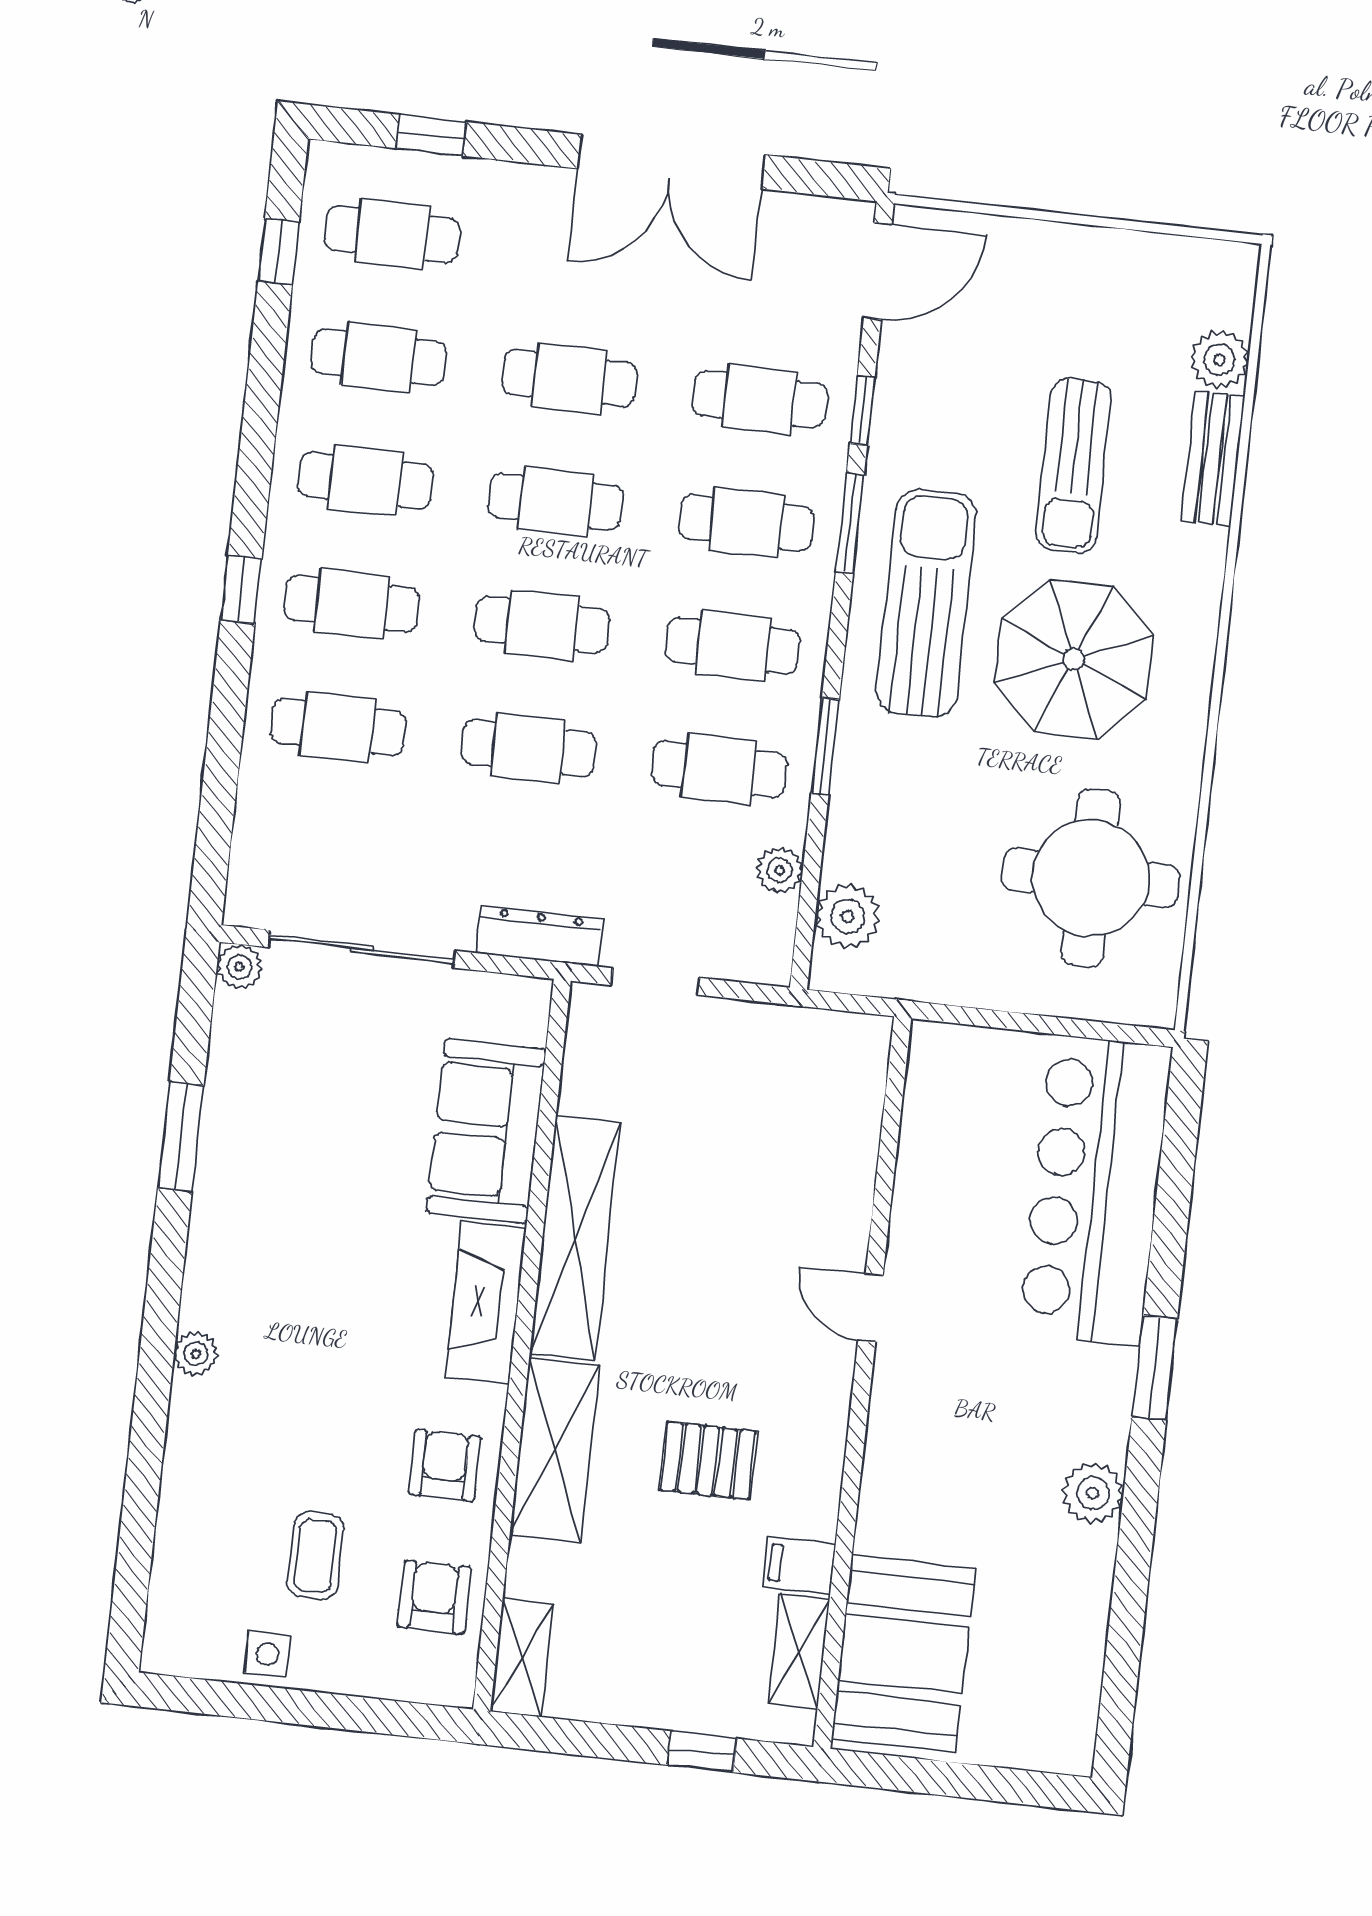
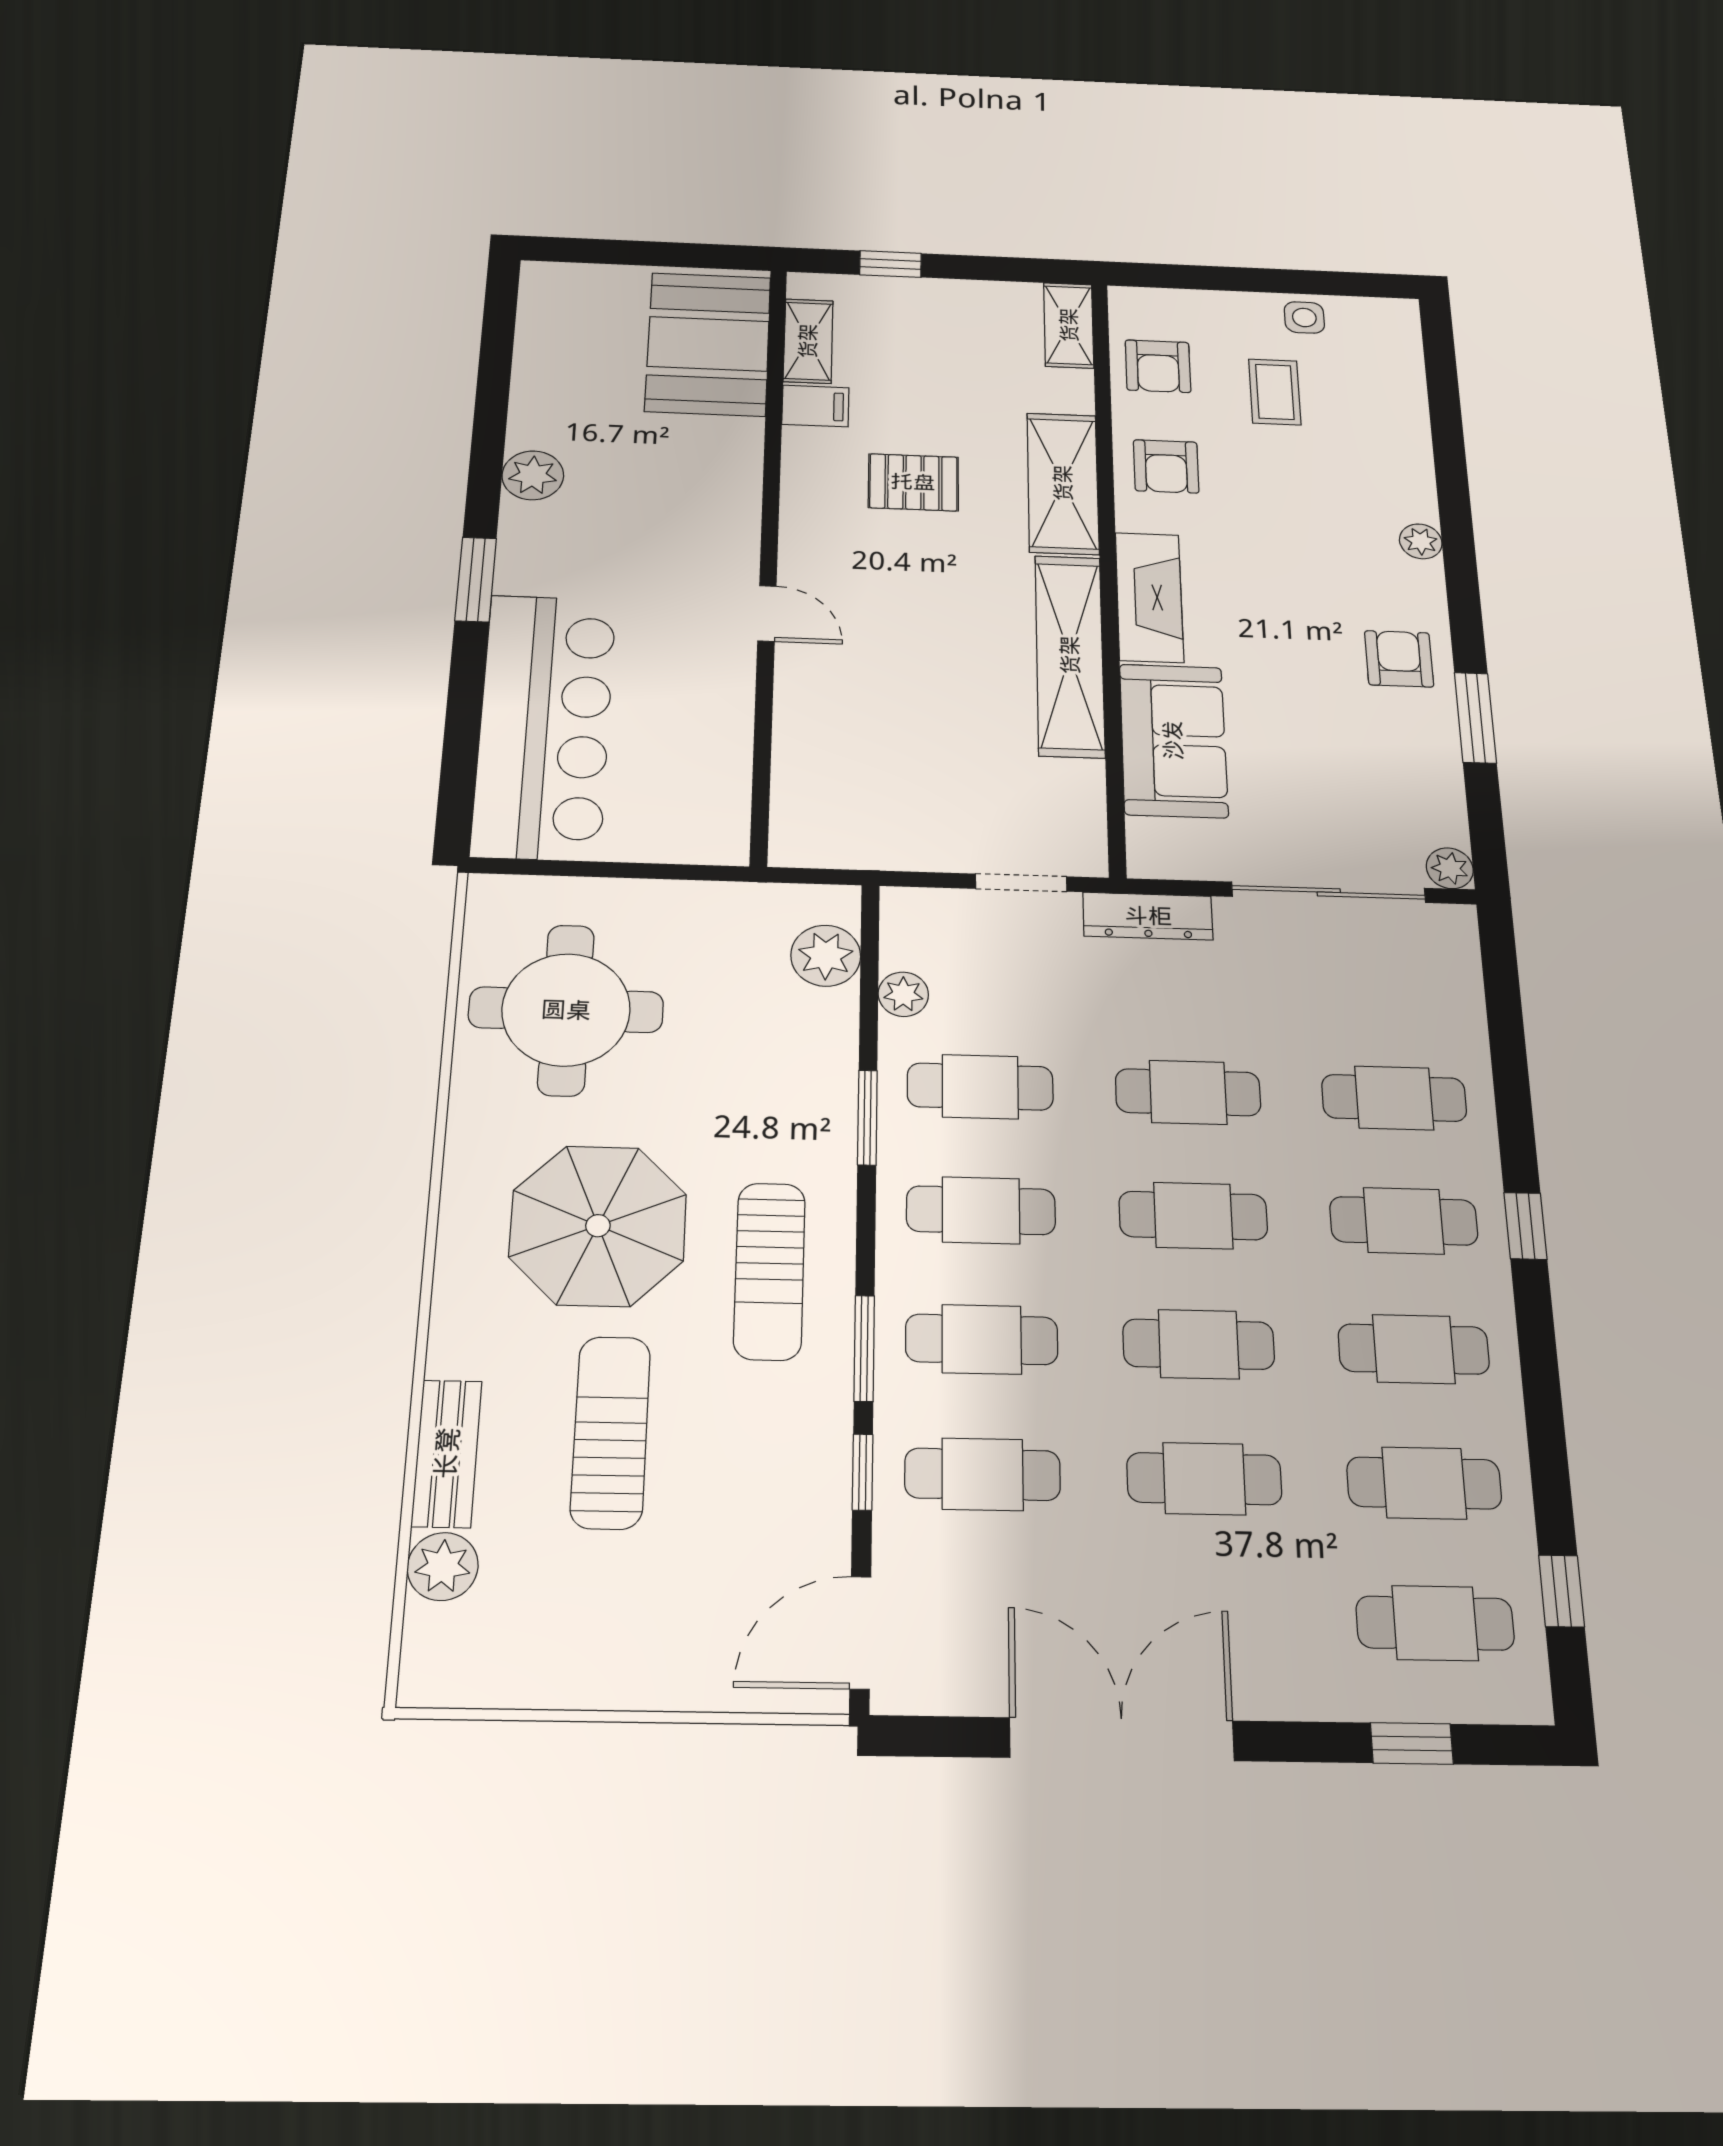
sun lounger: (926, 603) -> (769, 1271), width x0.73, depth x0.75
armchair: (245, 1212) -> (1399, 659), added

